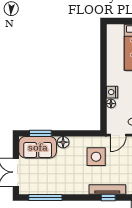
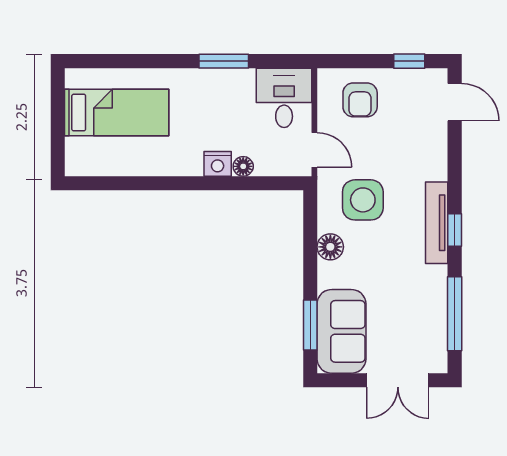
floor lamp: (63, 142) -> (330, 247), moved
tv unit: (107, 189) -> (437, 223), moved
window: (108, 198) -> (455, 230), moved

